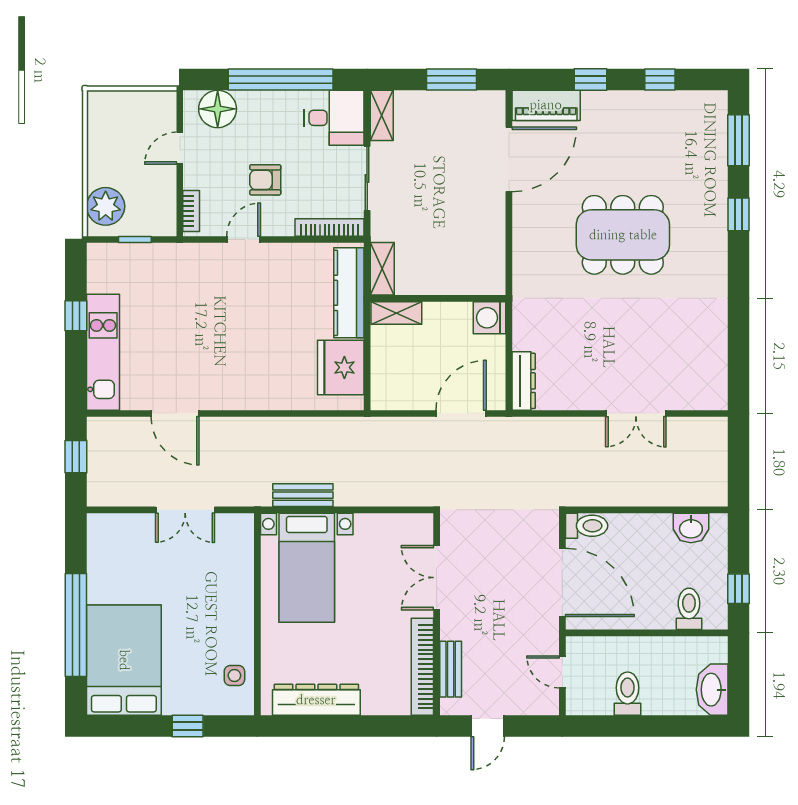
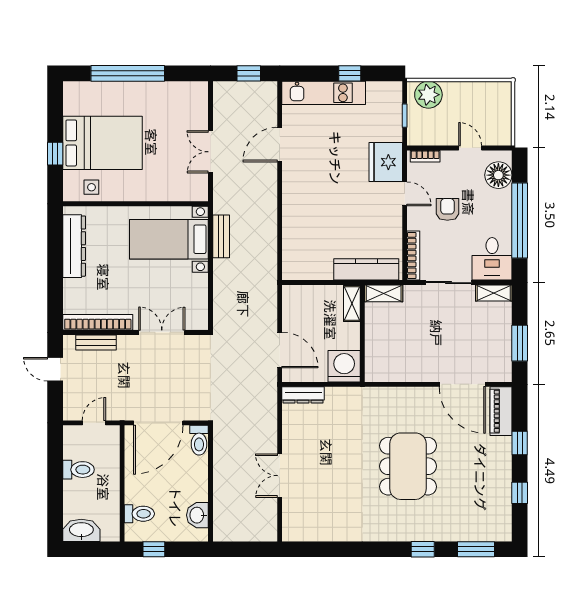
washing machine: (490, 318) -> (344, 366), width x1.37, depth x1.37
fridge: (341, 367) -> (386, 162), moved, turned -90
bed: (124, 660) -> (103, 143), moved

